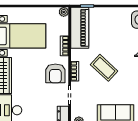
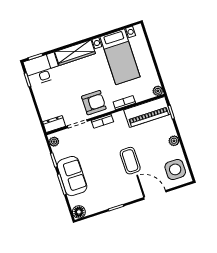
plant: (114, 12) -> (174, 141), added
coffee table: (104, 68) -> (130, 161), moved, turned -43
armchair: (55, 73) -> (94, 103), turned 180

